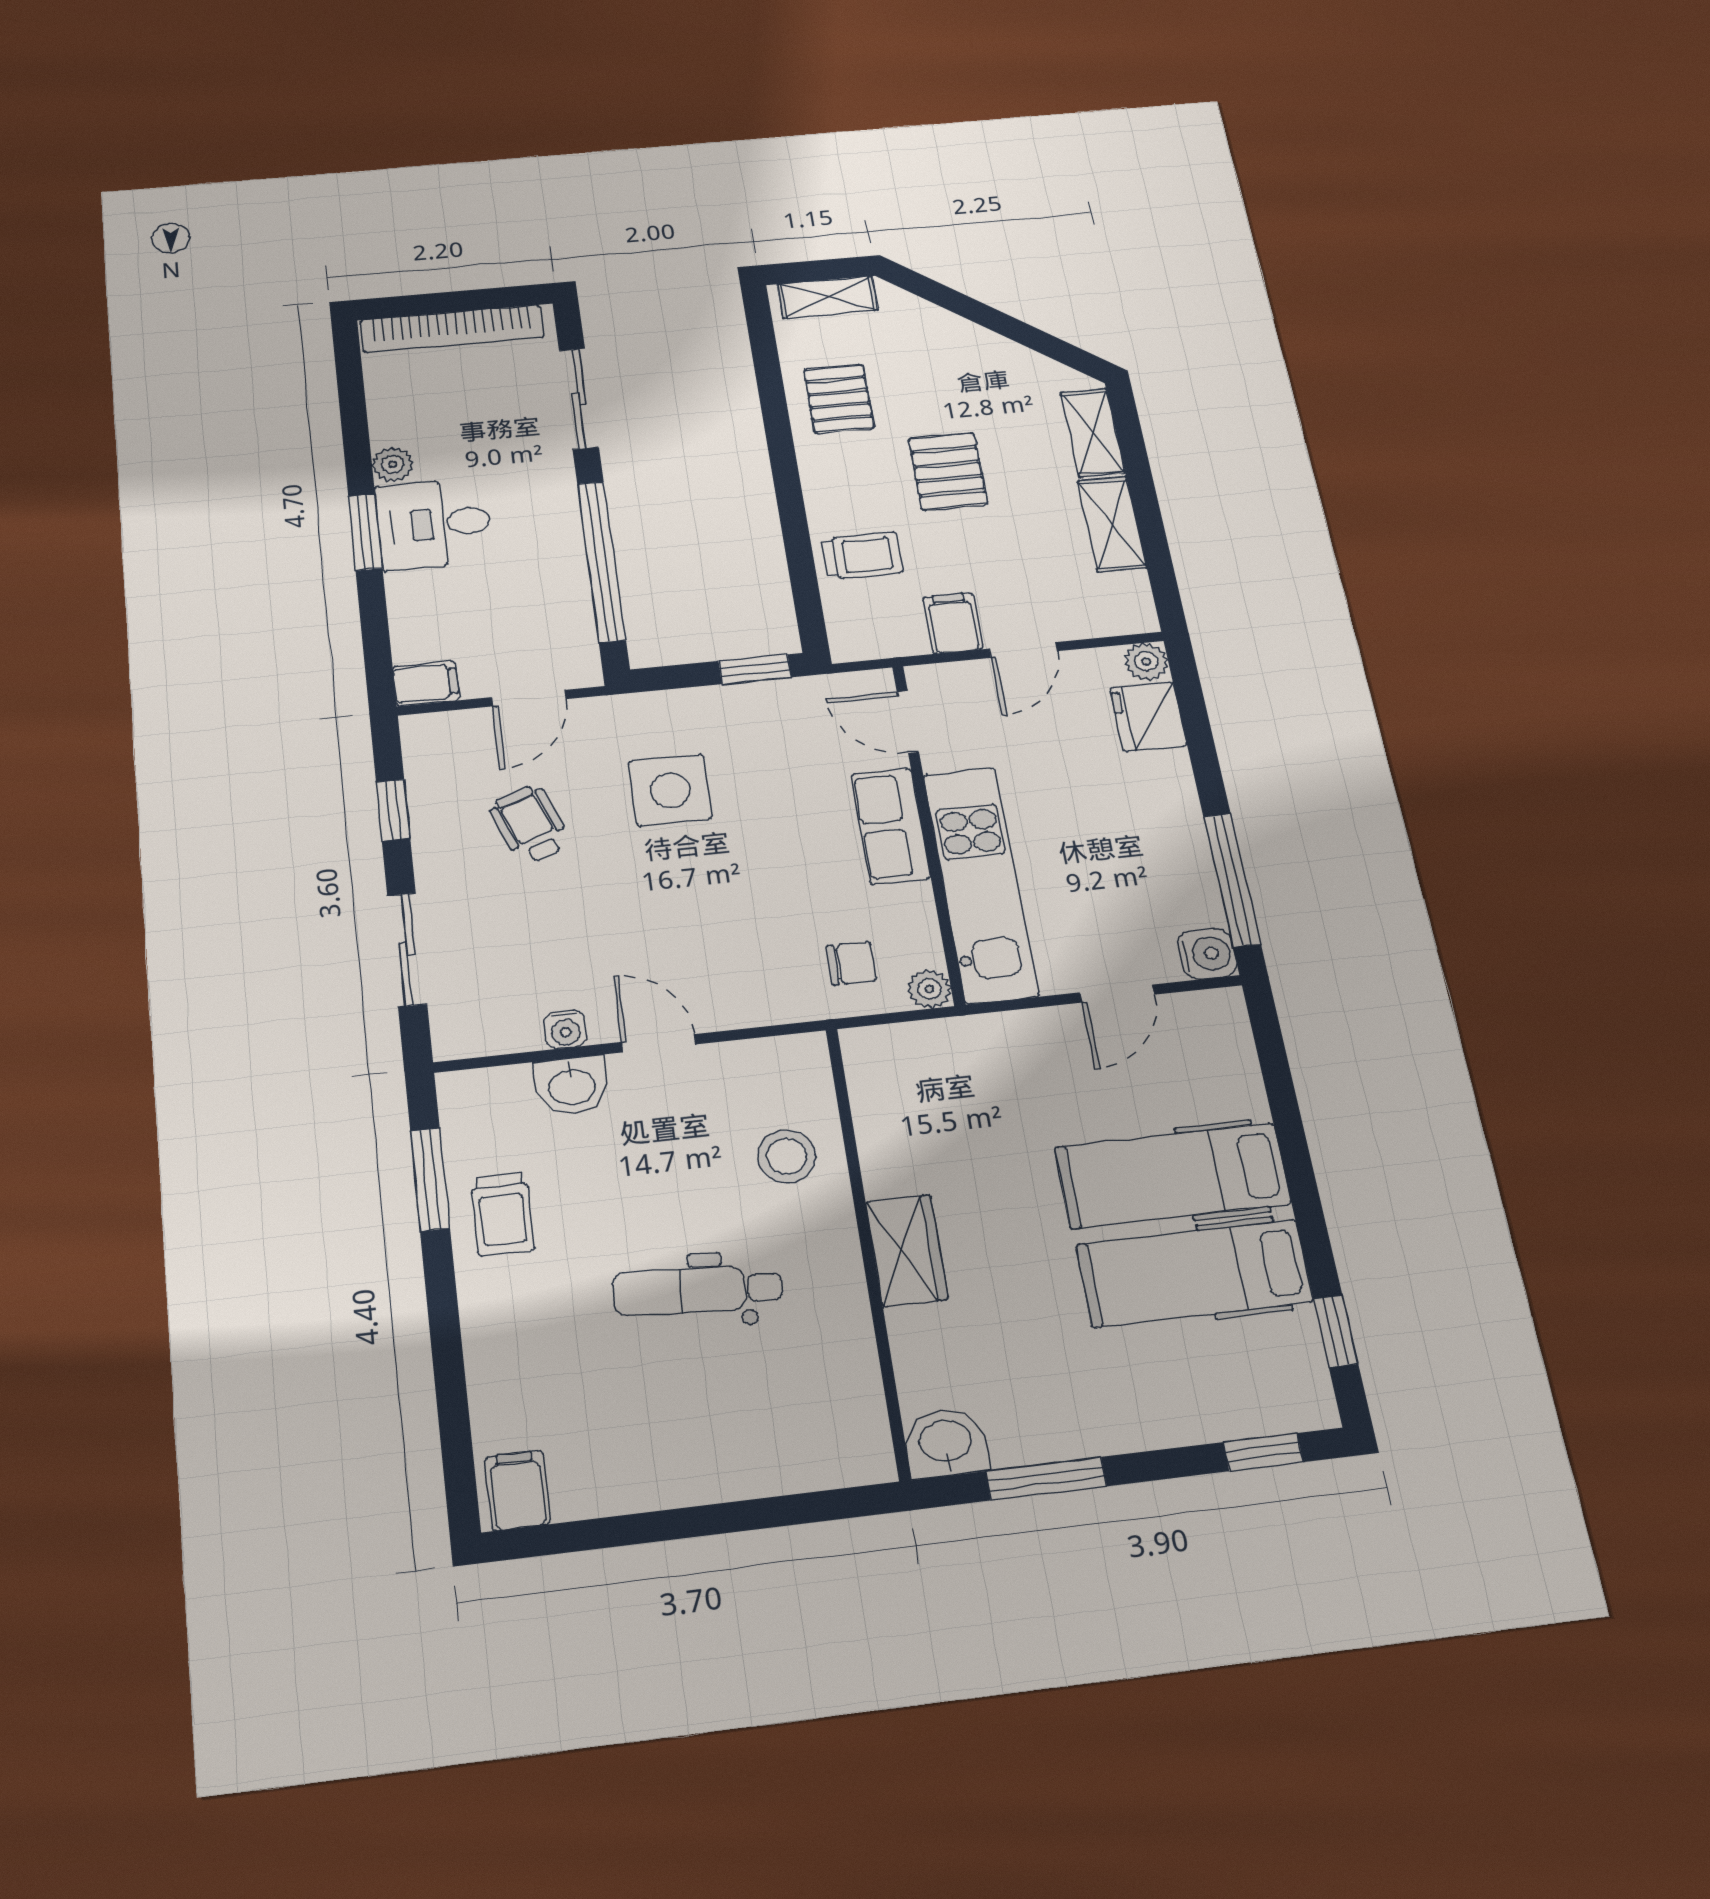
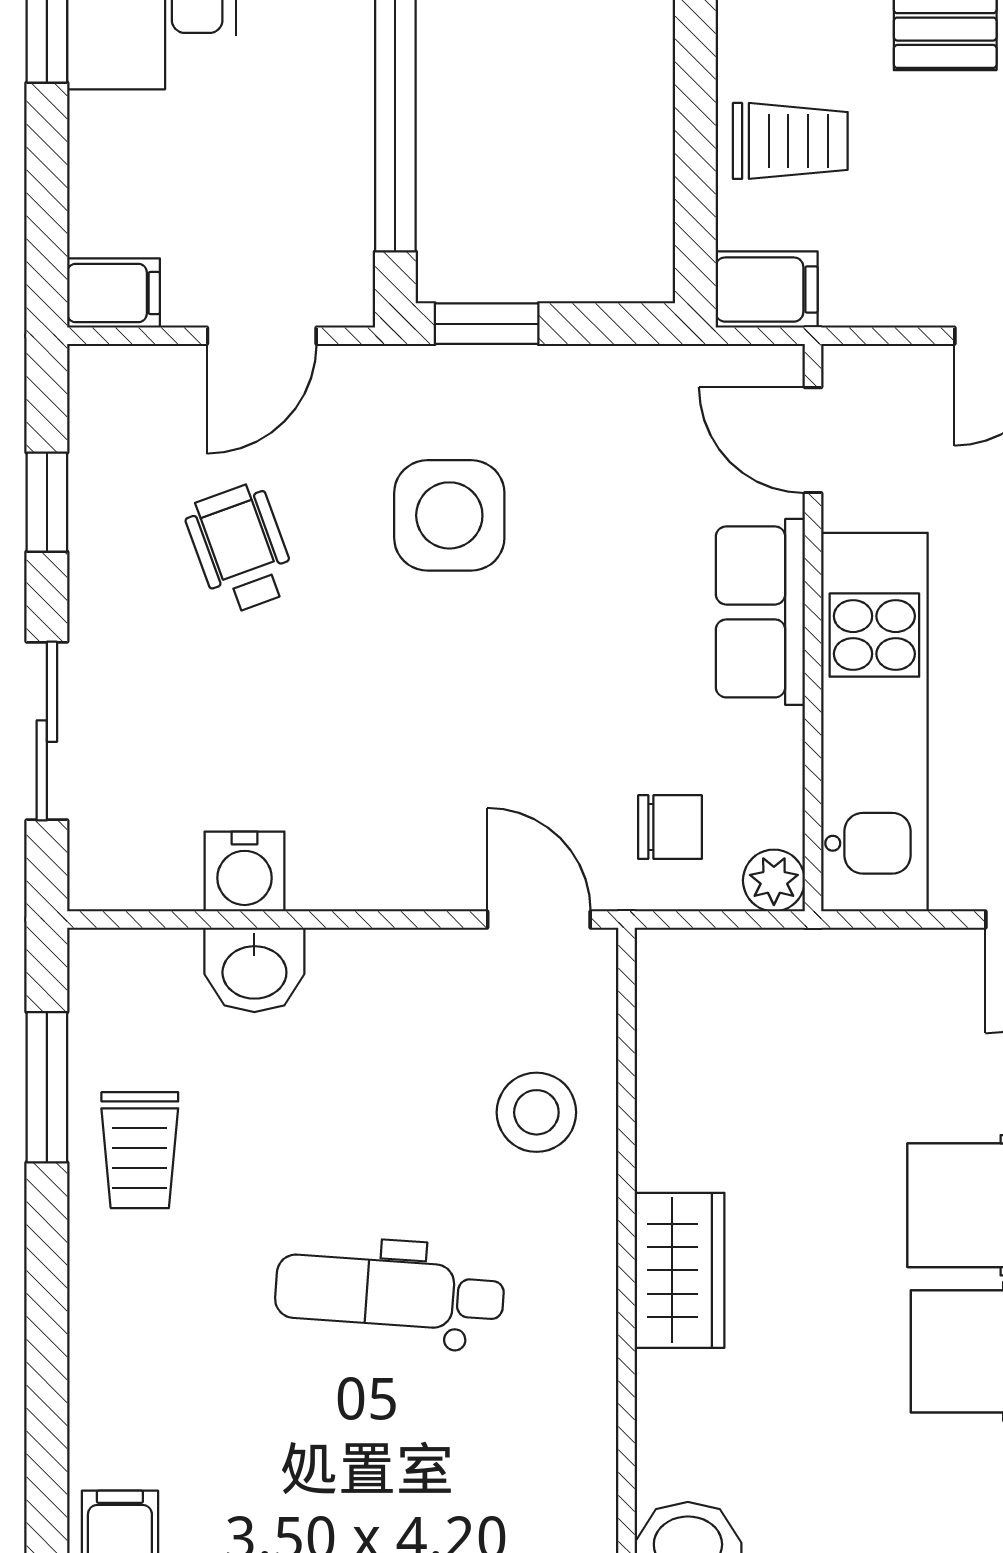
filing cabinet: (953, 623) -> (767, 290), moved, turned 90
window: (755, 669) -> (487, 324), moved
water cooler: (565, 1029) -> (245, 871), width x1.38, depth x1.38
door: (659, 1043) -> (539, 919), moved

